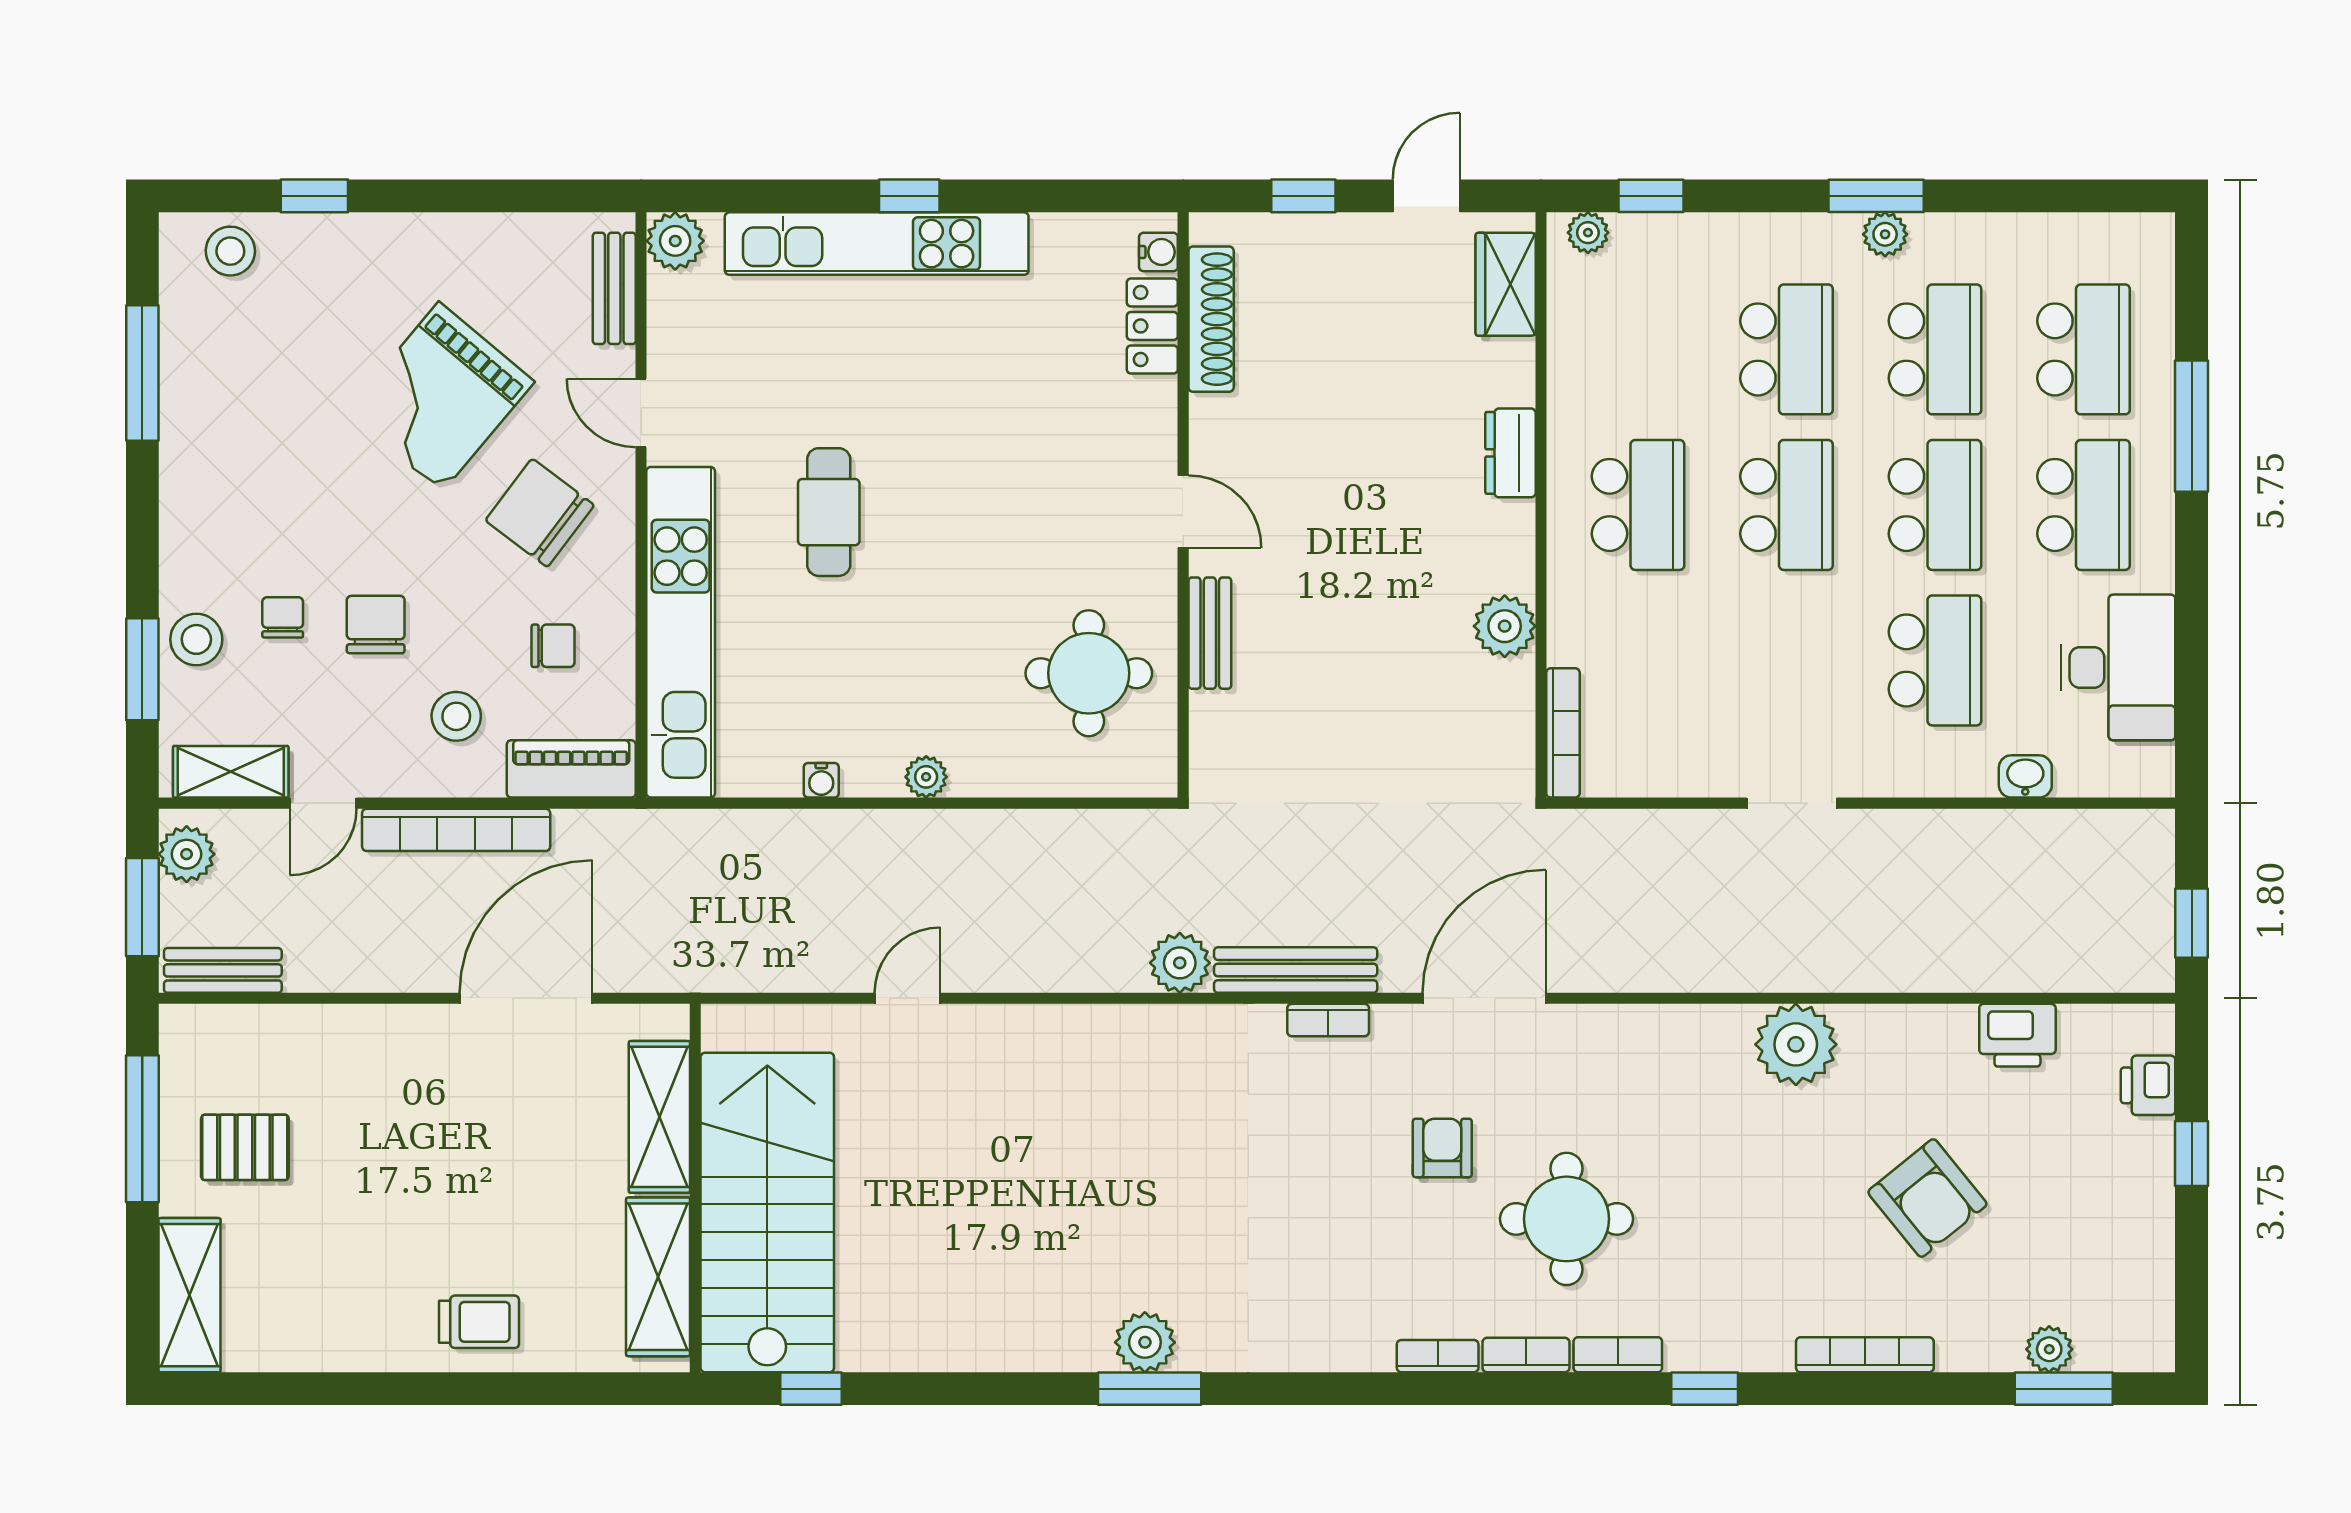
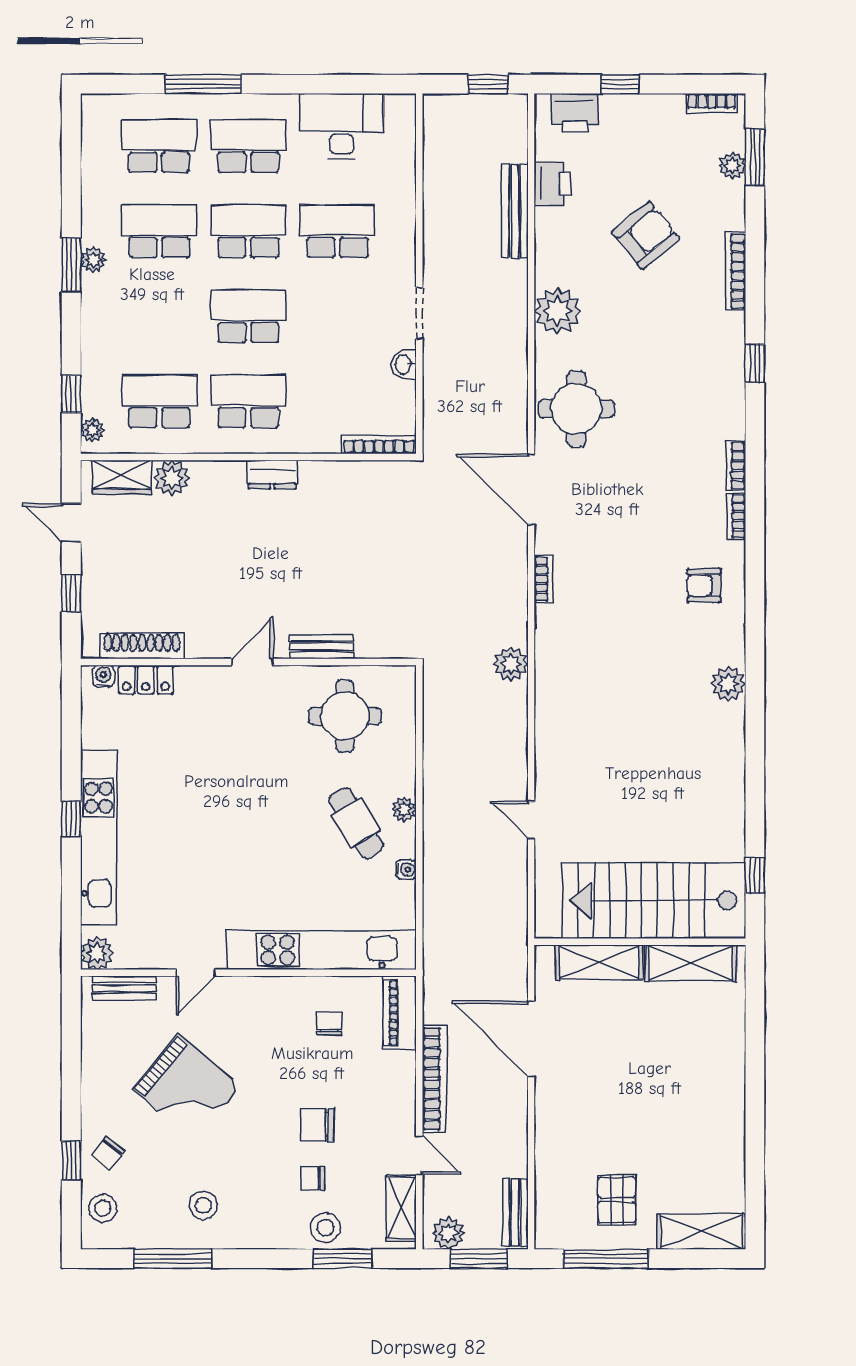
school desk: (1787, 349) -> (159, 401), moved
dresser: (1511, 453) -> (272, 474), moved
cafe table: (829, 512) -> (356, 823), moved, turned 59
chair: (540, 513) -> (108, 1153), moved, width x0.54, depth x0.54
plant: (1505, 626) -> (172, 478), moved
stool: (456, 716) -> (203, 1205), moved
washbasin: (2025, 776) -> (404, 364), moved
bench: (1296, 970) -> (515, 211), moved
printer: (2148, 1085) -> (575, 113), width x1.36, depth x1.24
armchair: (1442, 1148) -> (704, 585), moved
round table: (1567, 1219) -> (576, 409), moved
trolley: (479, 1322) -> (717, 1066), removed
bookcase: (1618, 1355) -> (712, 104), moved, turned -90
window: (1150, 1389) -> (755, 681), removed

